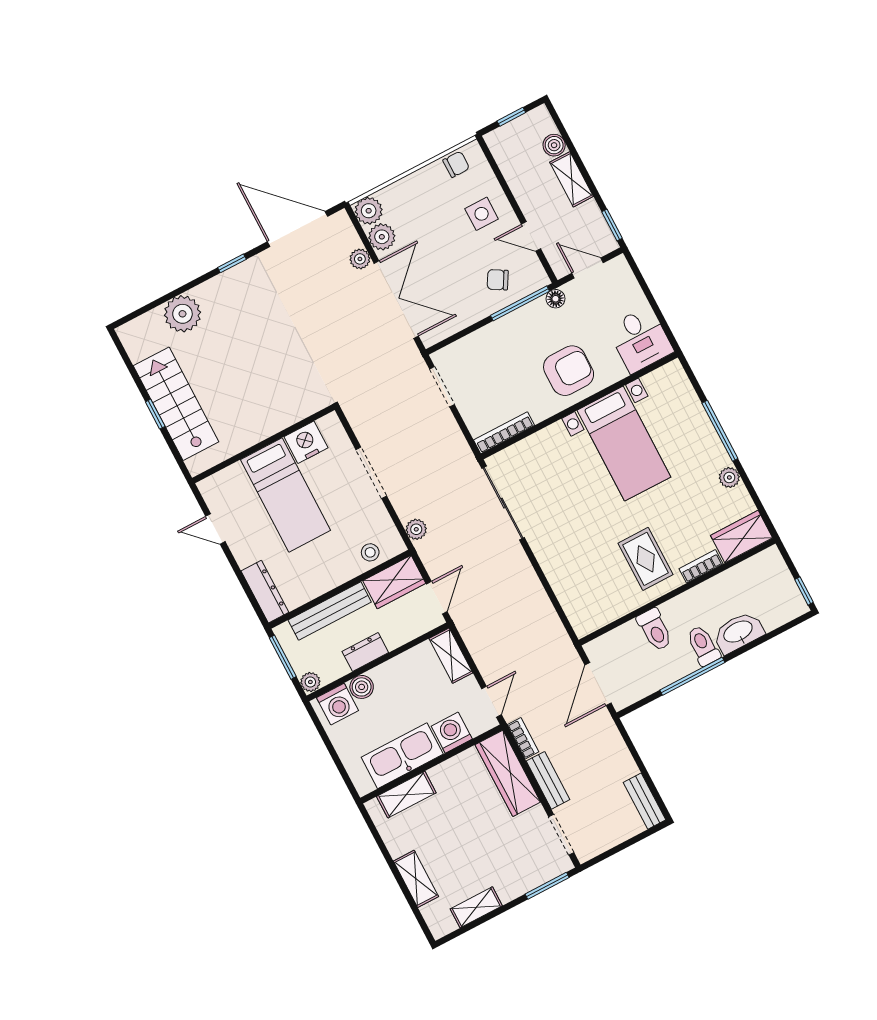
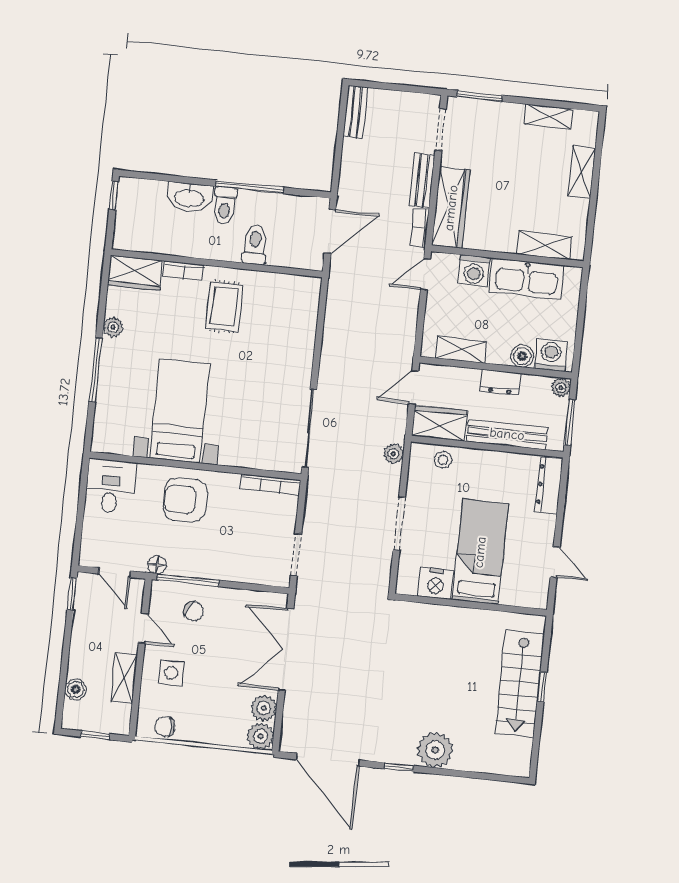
shelving: (572, 179) -> (124, 678), moved
plant: (360, 259) -> (293, 702), removed
plant: (182, 314) -> (435, 750), moved
shelving: (451, 656) -> (461, 350), moved, turned 90

